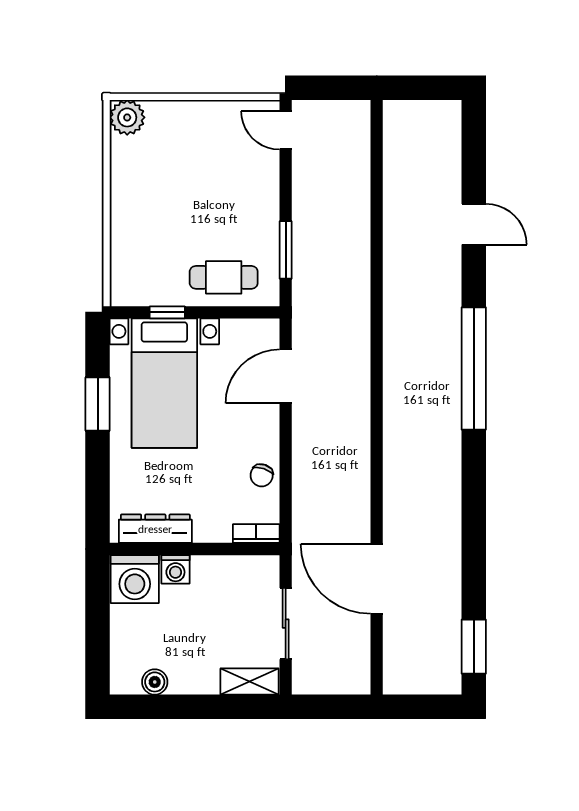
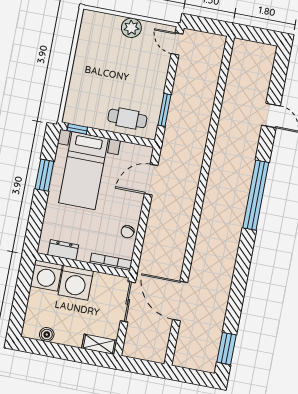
plant: (127, 117) -> (131, 28), moved
window: (167, 312) -> (77, 129), moved
dresser: (155, 529) -> (63, 250), width x0.70
bookcase: (256, 534) -> (111, 262), width x1.56
washing machine: (175, 569) -> (76, 283), width x1.89, depth x1.89
sliding door: (286, 624) -> (128, 302), moved

